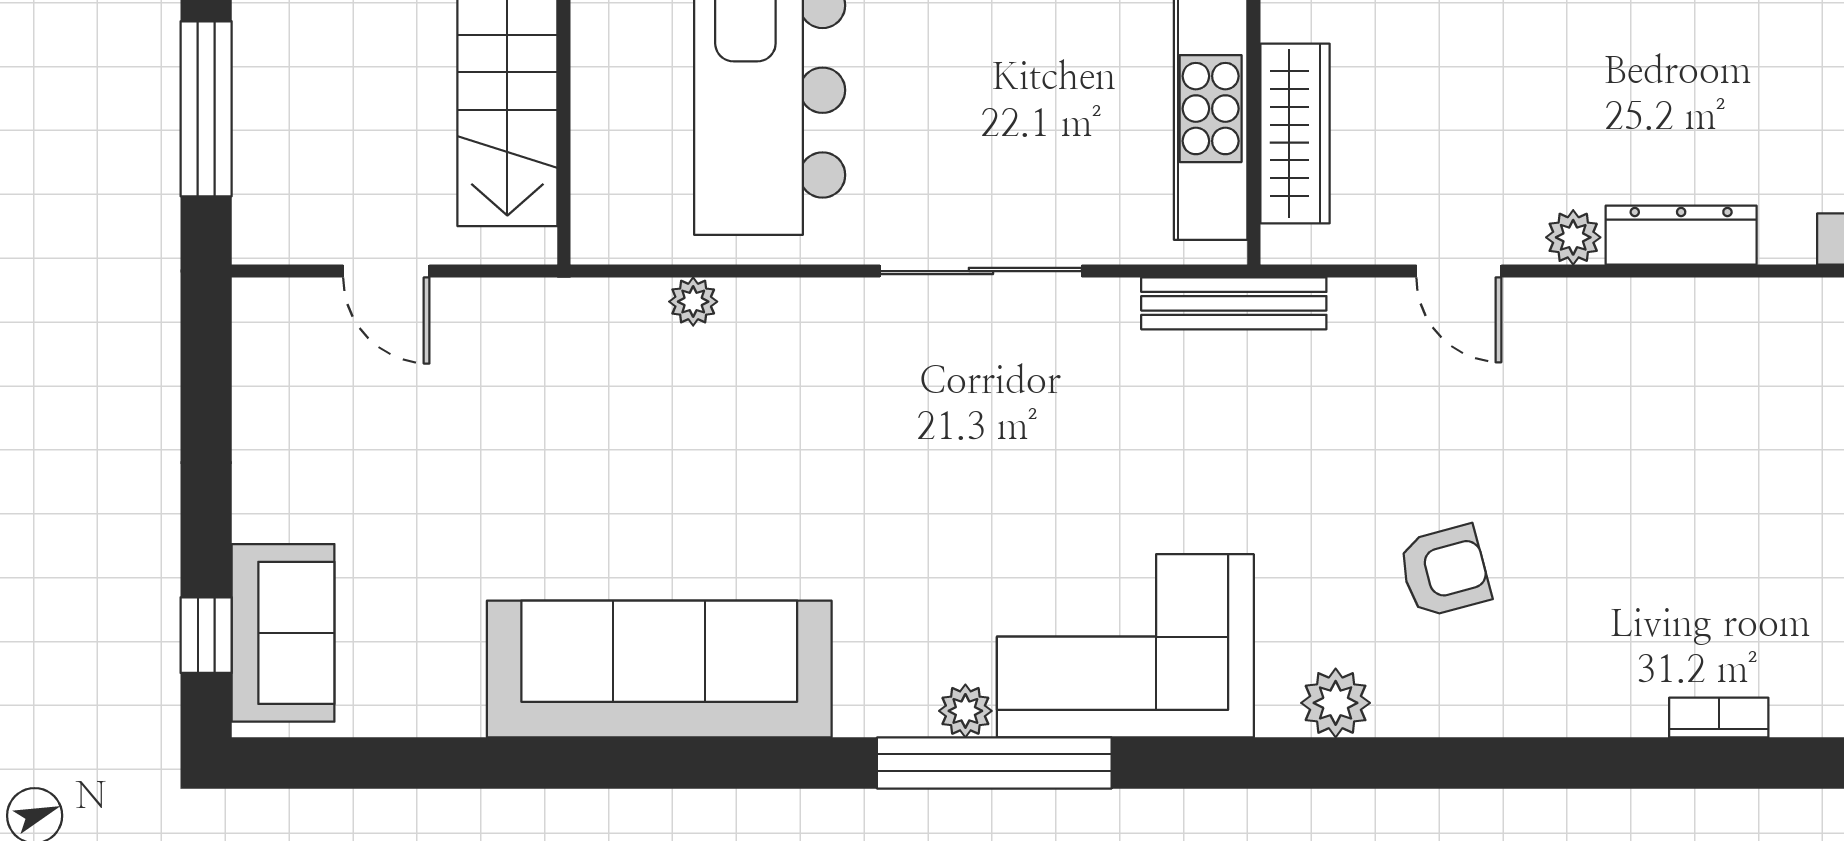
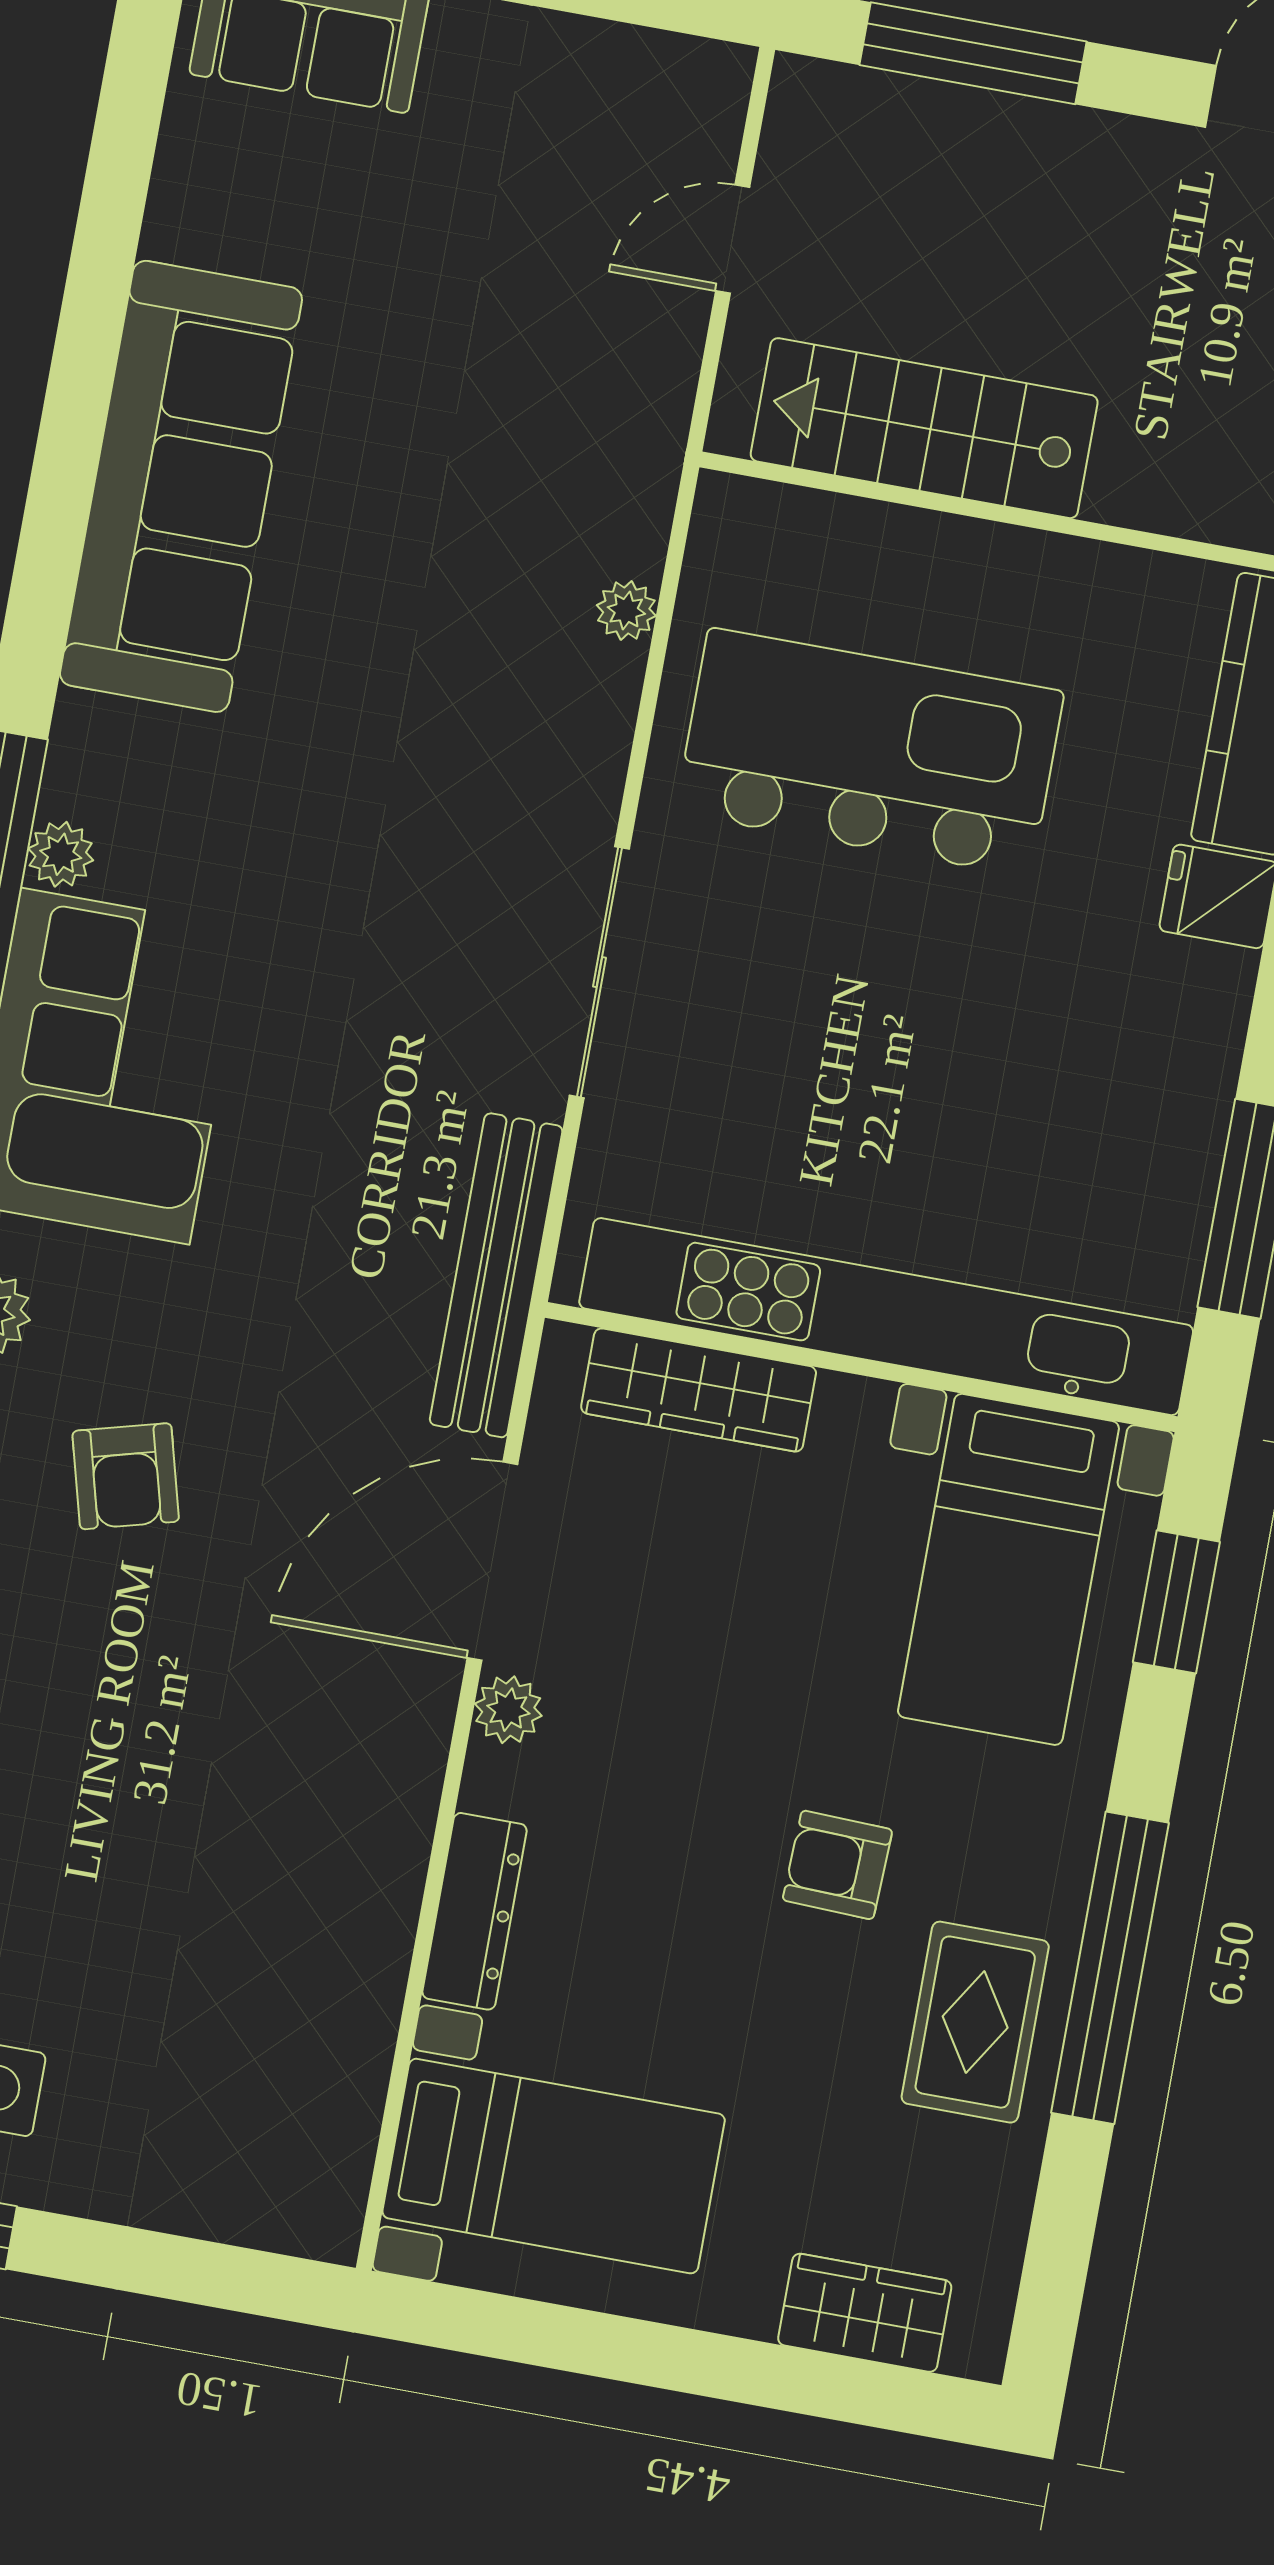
dresser: (1681, 235) -> (475, 1911), moved
door: (1459, 271) -> (492, 1561), width x1.87
bench: (1234, 303) -> (496, 1275), width x1.37, depth x1.21

